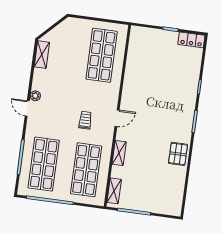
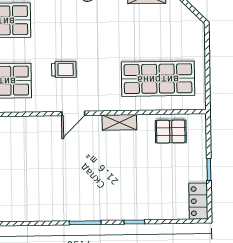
door: (117, 118) -> (73, 113), hinge flipped
shelving: (119, 153) -> (119, 122), moved
pallet: (178, 154) -> (171, 132), moved

